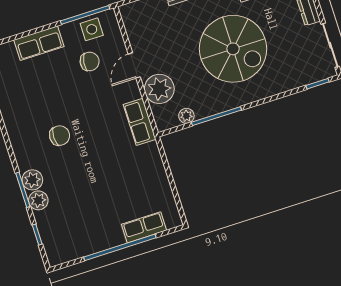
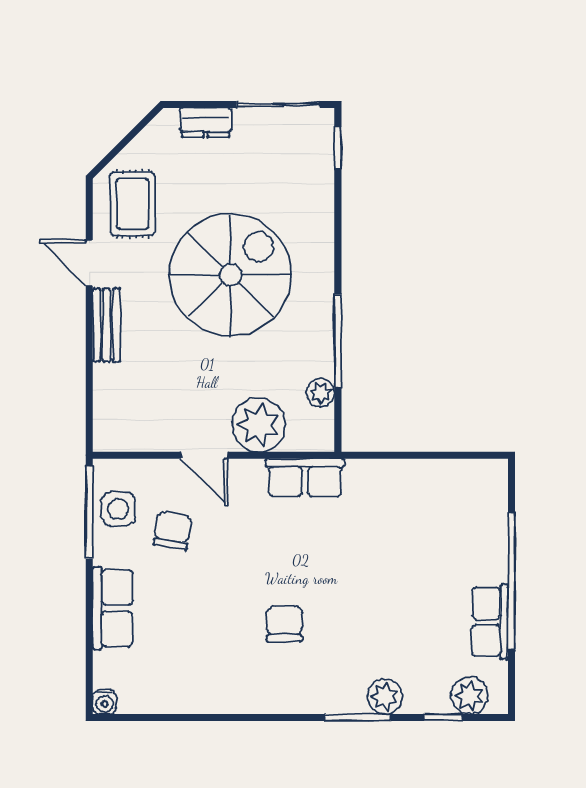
plant: (32, 180) -> (470, 696), moved
row of seats: (144, 227) -> (490, 622), moved

